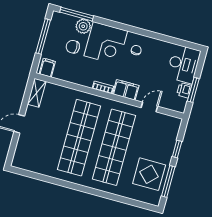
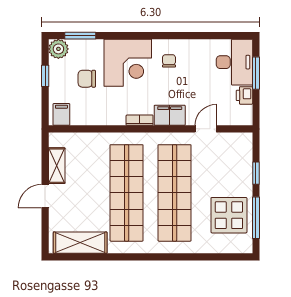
window: (77, 14) -> (80, 36), width x0.69
plant: (83, 26) -> (58, 49), moved
window: (43, 36) -> (45, 76), width x0.46
window: (193, 90) -> (256, 73), moved
shelving: (37, 93) -> (57, 166), moved
shelving: (35, 165) -> (80, 243), added

